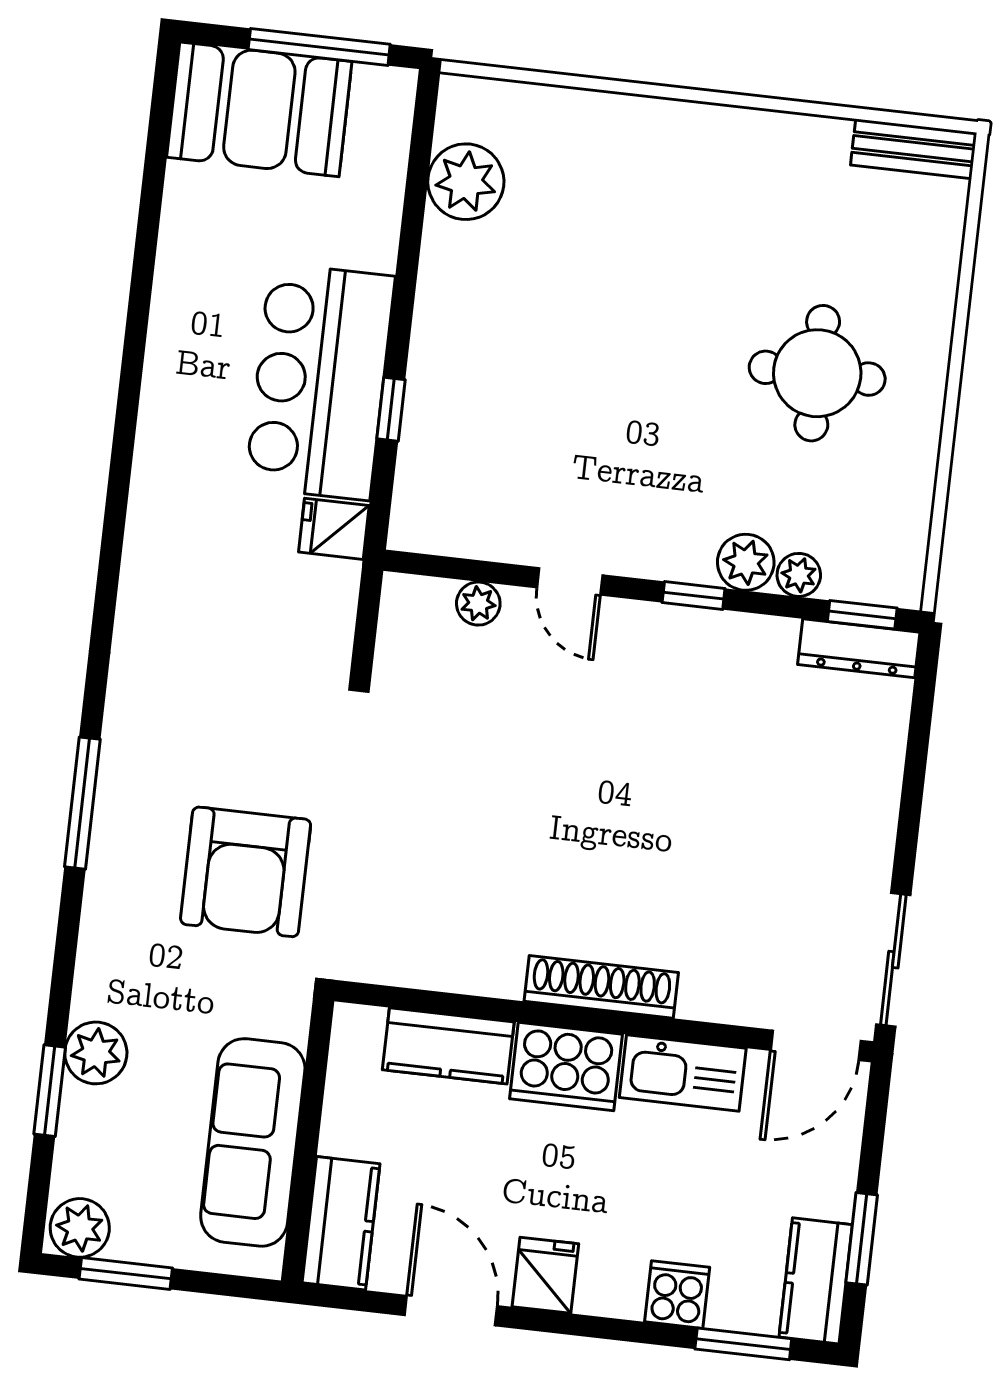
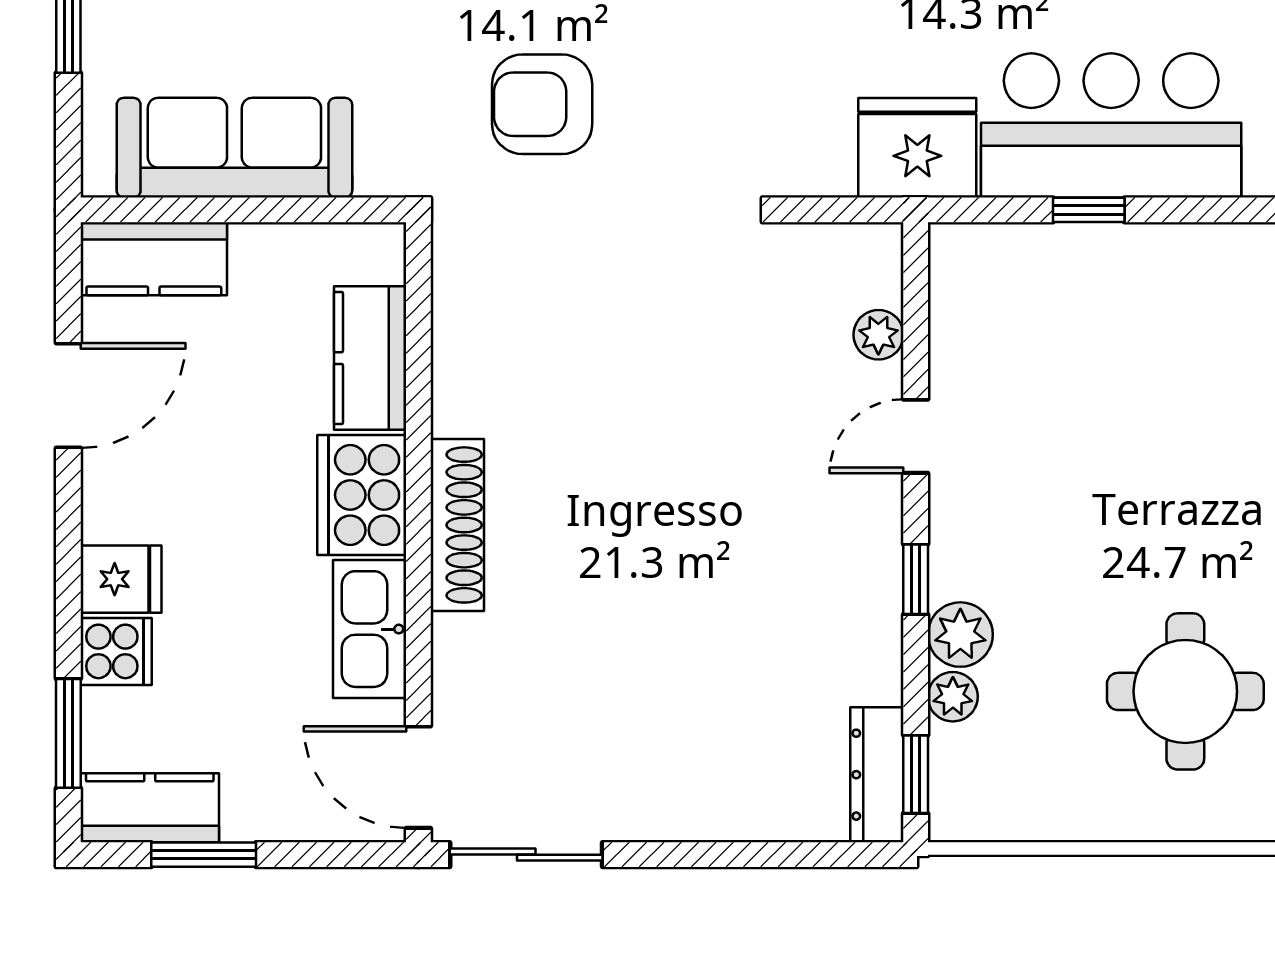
fridge: (334, 529) -> (917, 148), width x1.88, depth x1.34
armchair: (246, 872) -> (542, 104), width x0.73, depth x0.73
fridge: (545, 1275) -> (121, 579), moved

